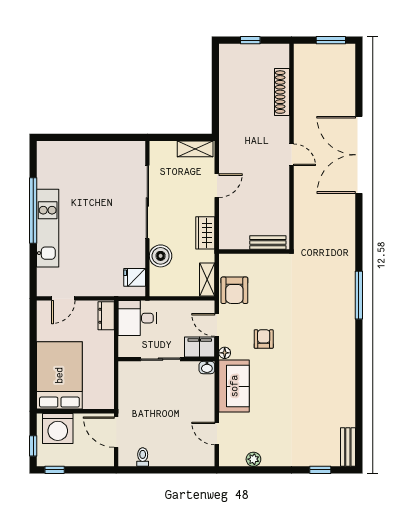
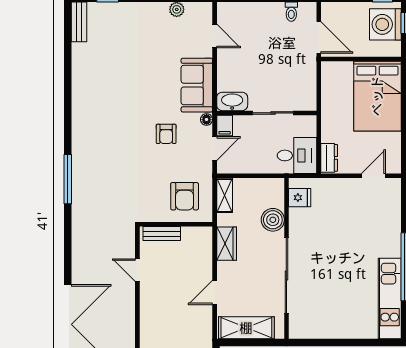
shelving: (195, 149) -> (246, 328), width x1.50, depth x1.33
door: (291, 155) -> (137, 270), moved
kitchen unit: (48, 228) -> (390, 299), moved
armchair: (234, 290) -> (185, 196), moved, turned 180
door: (217, 325) -> (215, 148), hinge flipped
filing cabinet: (200, 347) -> (225, 126), width x0.50
washbasin: (207, 368) -> (232, 101), width x1.91, depth x1.45
washing machine: (58, 428) -> (385, 24), moved, turned -90

